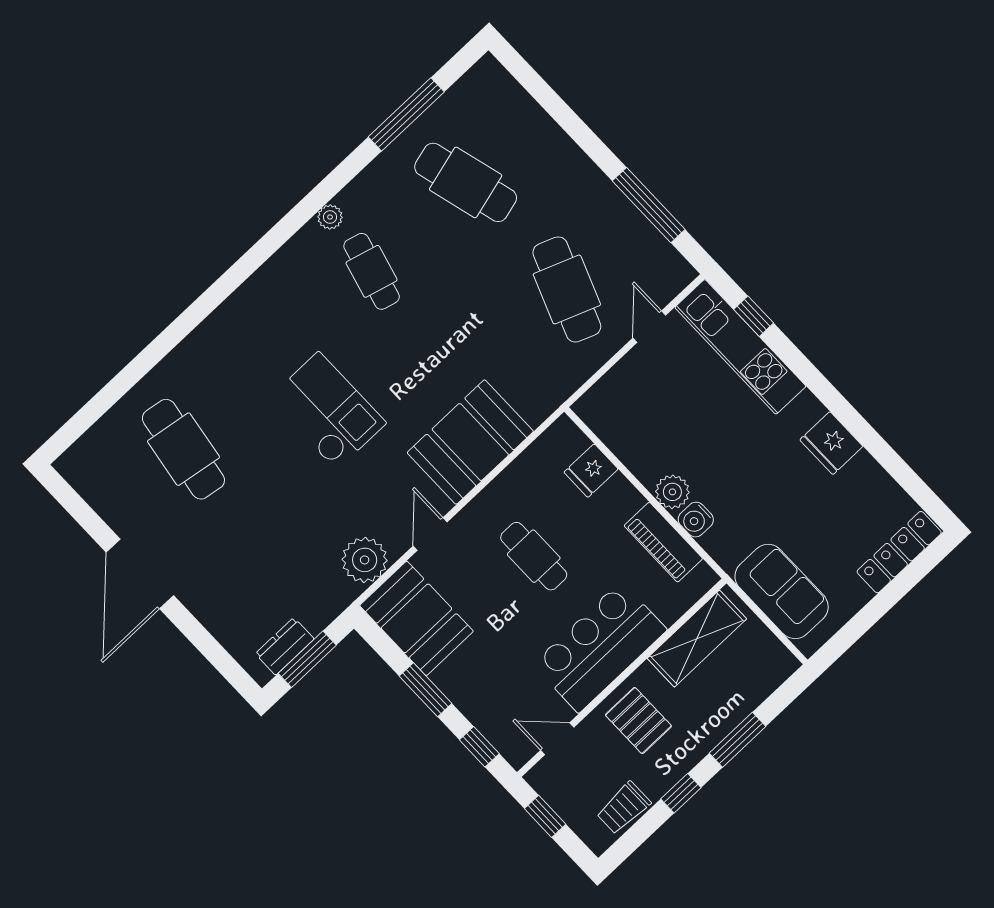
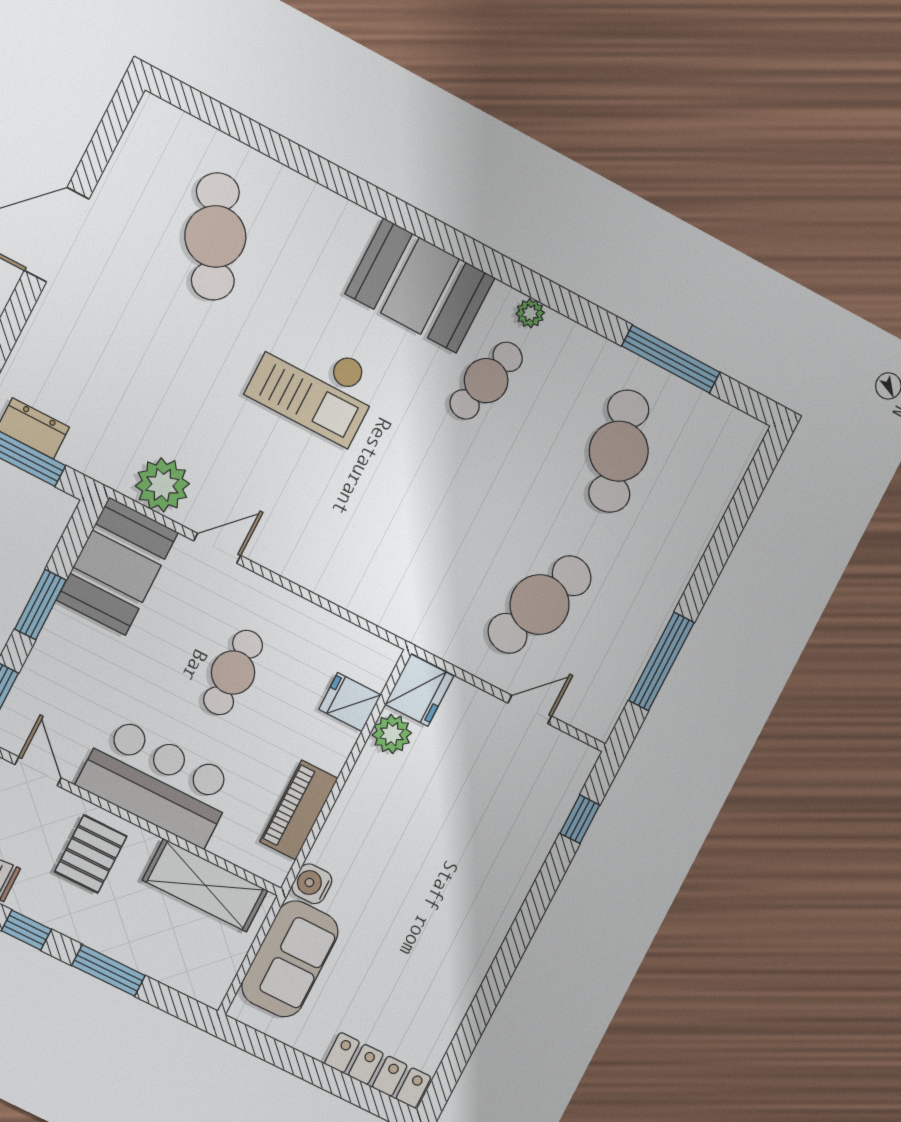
kitchen unit: (740, 347) -> (542, 817), removed
checkout: (327, 411) -> (315, 385), turned 90
booth: (470, 442) -> (420, 286), moved
fridge: (831, 443) -> (419, 690), moved, turned 180
cafe table: (183, 449) -> (215, 236), turned -33
plant: (672, 492) -> (392, 734), moved
water cooler: (696, 520) -> (312, 884), moved

